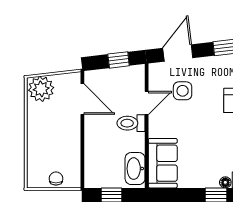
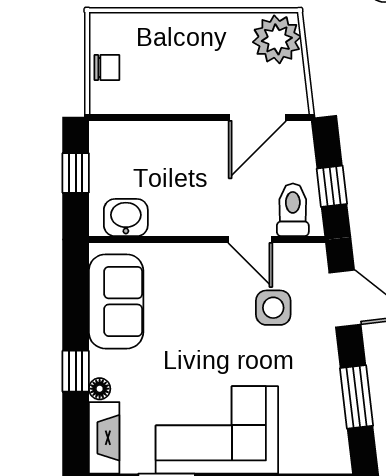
toilet: (131, 123) -> (293, 210), moved
sofa: (163, 163) -> (116, 301), moved, turned -90
washbasin: (135, 169) -> (126, 218), width x0.72

